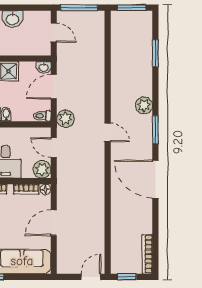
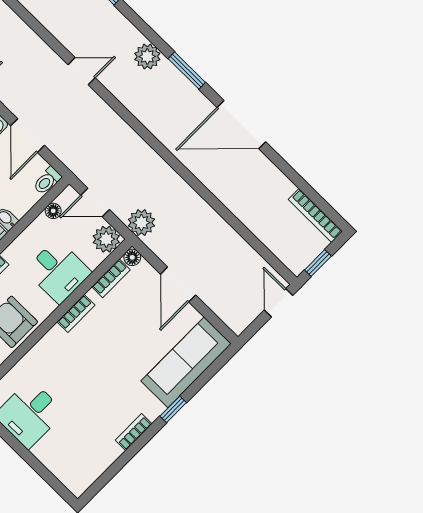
plant: (65, 119) -> (141, 223), moved
floor lamp: (31, 132) -> (53, 211), added
door: (108, 132) -> (82, 71), moved

